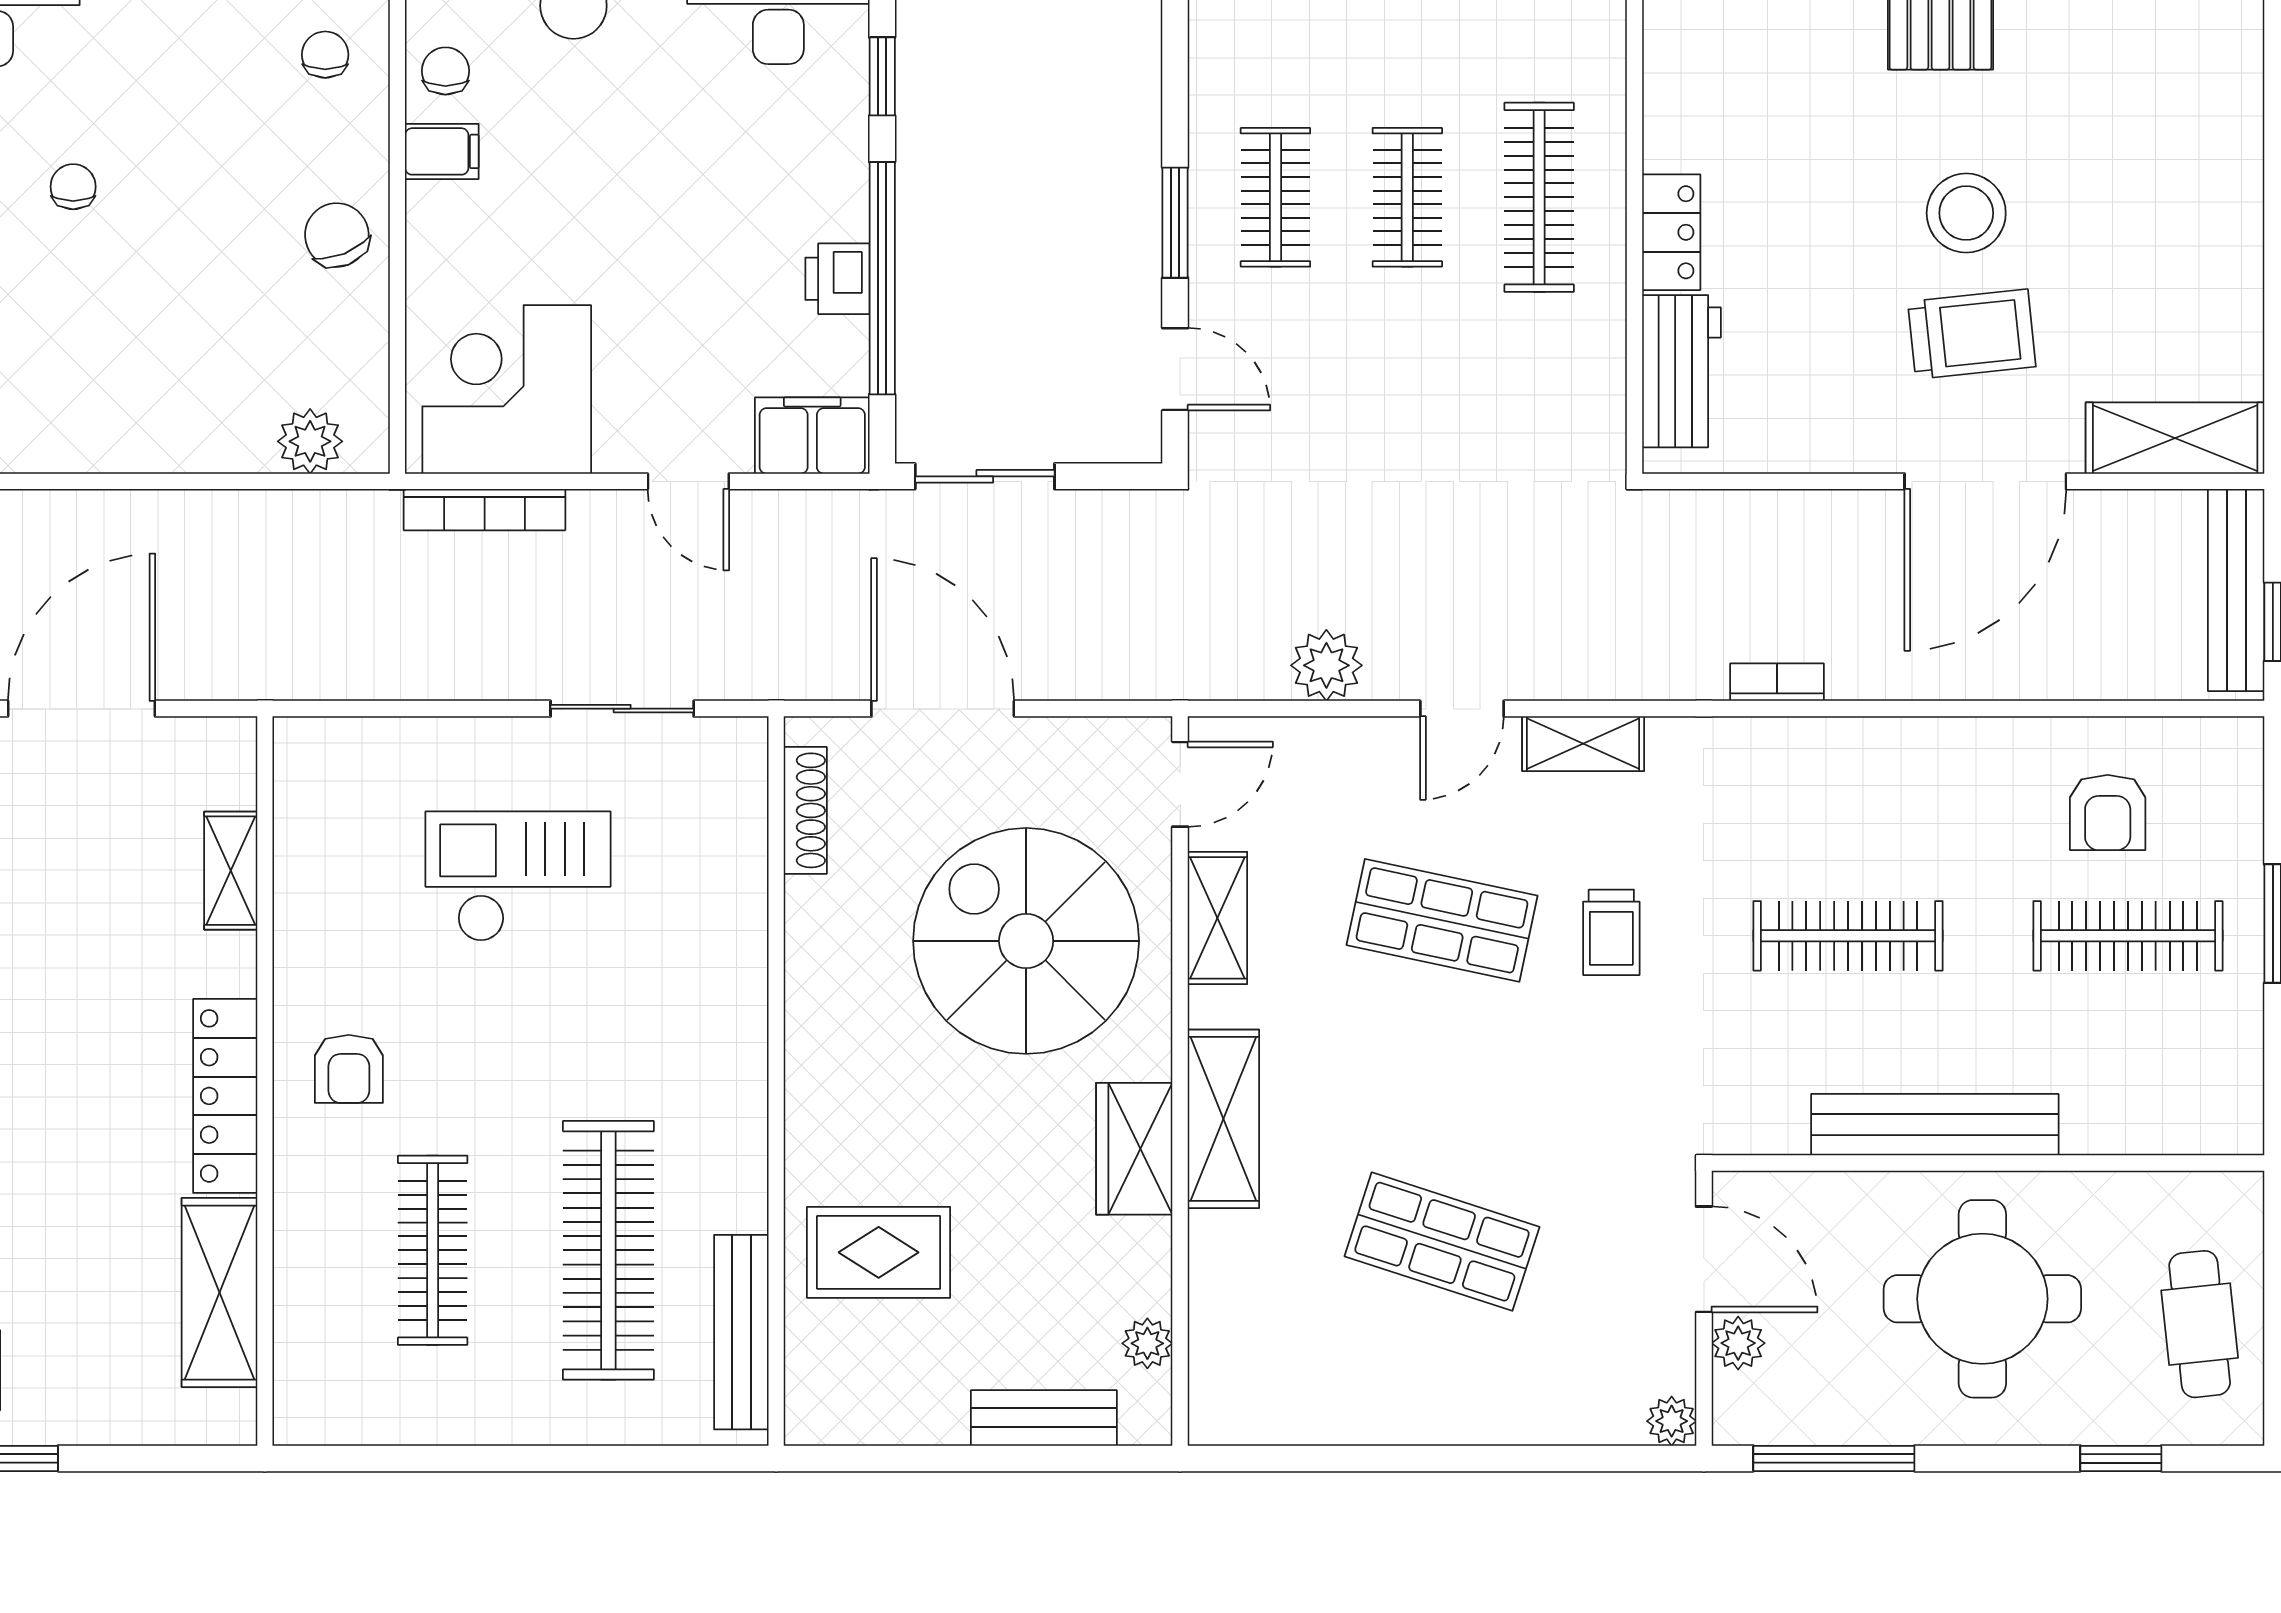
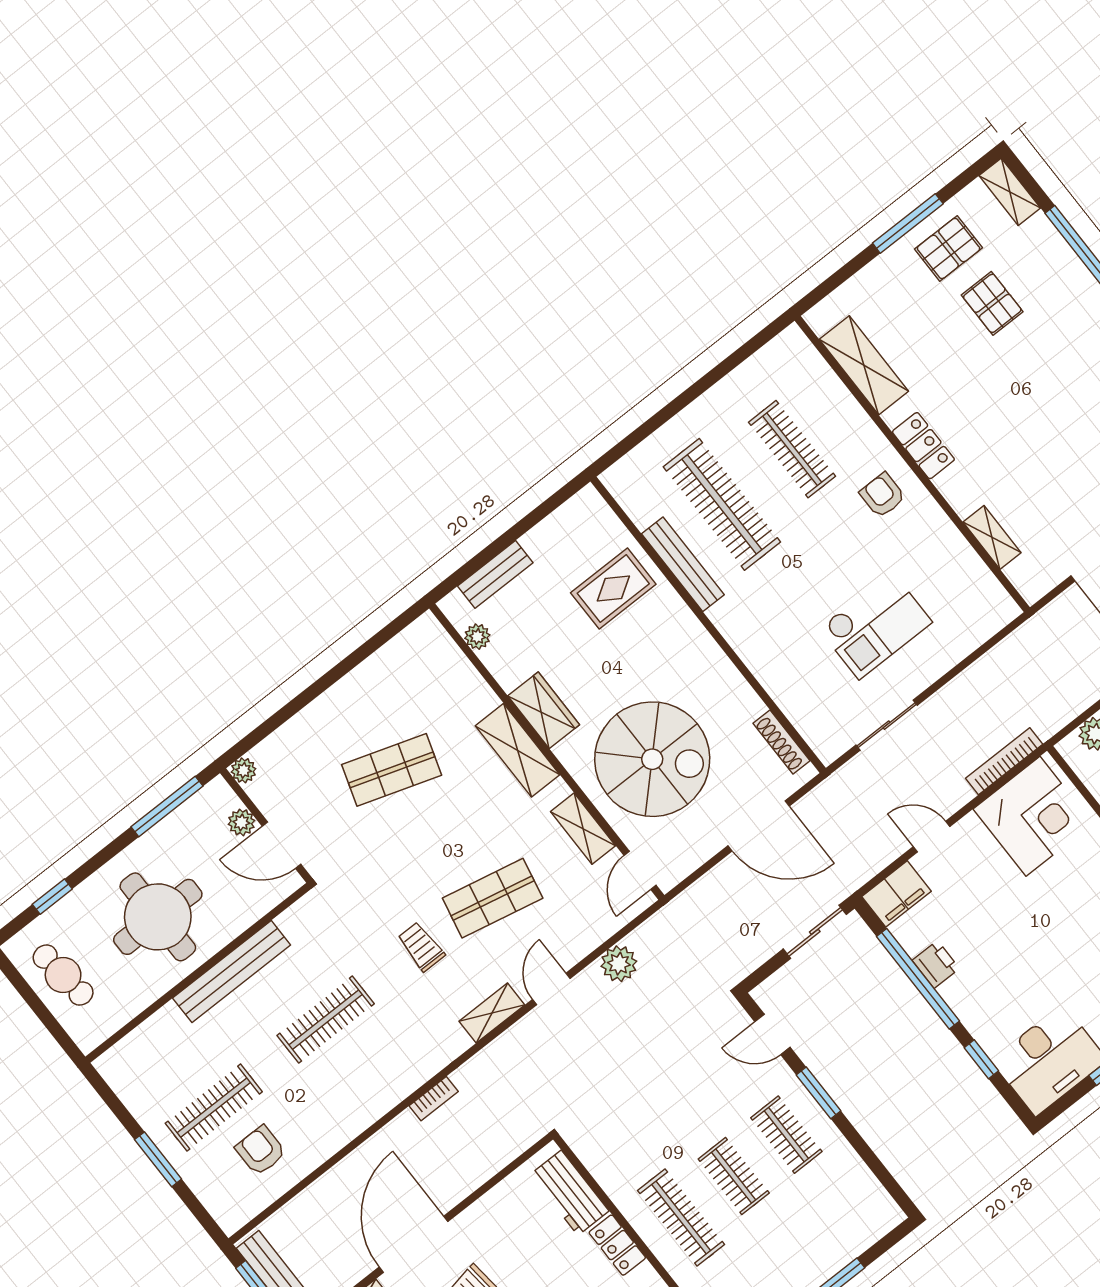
locker: (225, 1096) -> (923, 446), width x0.66
bench: (741, 1332) -> (683, 564), moved

